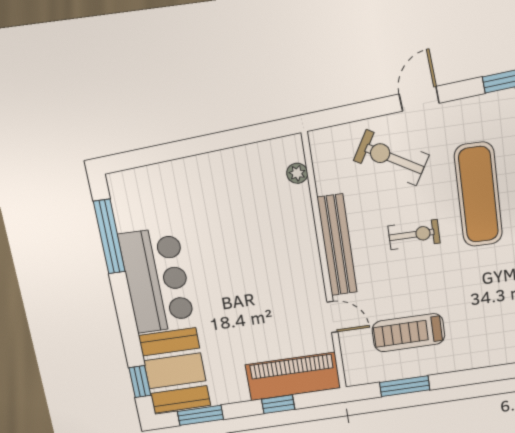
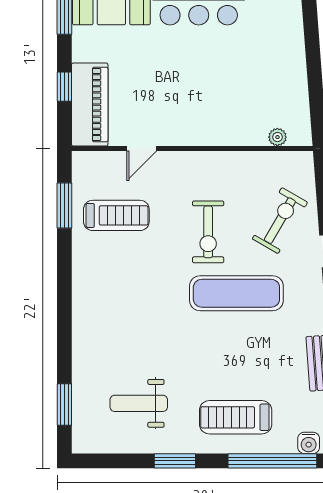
exercise bike: (414, 234) -> (208, 232), width x1.38, depth x1.39
bench: (337, 245) -> (208, 162), removed
treadmill: (409, 333) -> (116, 215), turned 90

